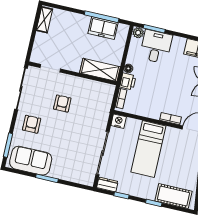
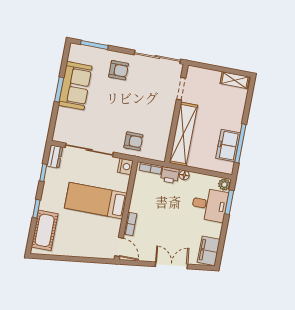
shelving: (100, 70) -> (183, 134), width x1.47
armchair: (62, 103) -> (133, 141), moved
sofa: (31, 161) -> (75, 86), moved

